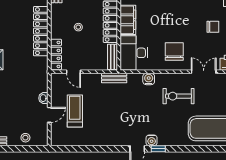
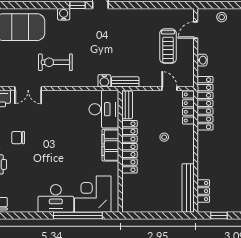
locker: (41, 31) -> (205, 103), moved
chair: (174, 51) -> (60, 111), removed
water cooler: (149, 79) -> (104, 81), moved
exercise bike: (178, 96) -> (55, 62), turned 180
door: (49, 115) -> (196, 30), moved
water cooler: (152, 140) -> (64, 14), moved

